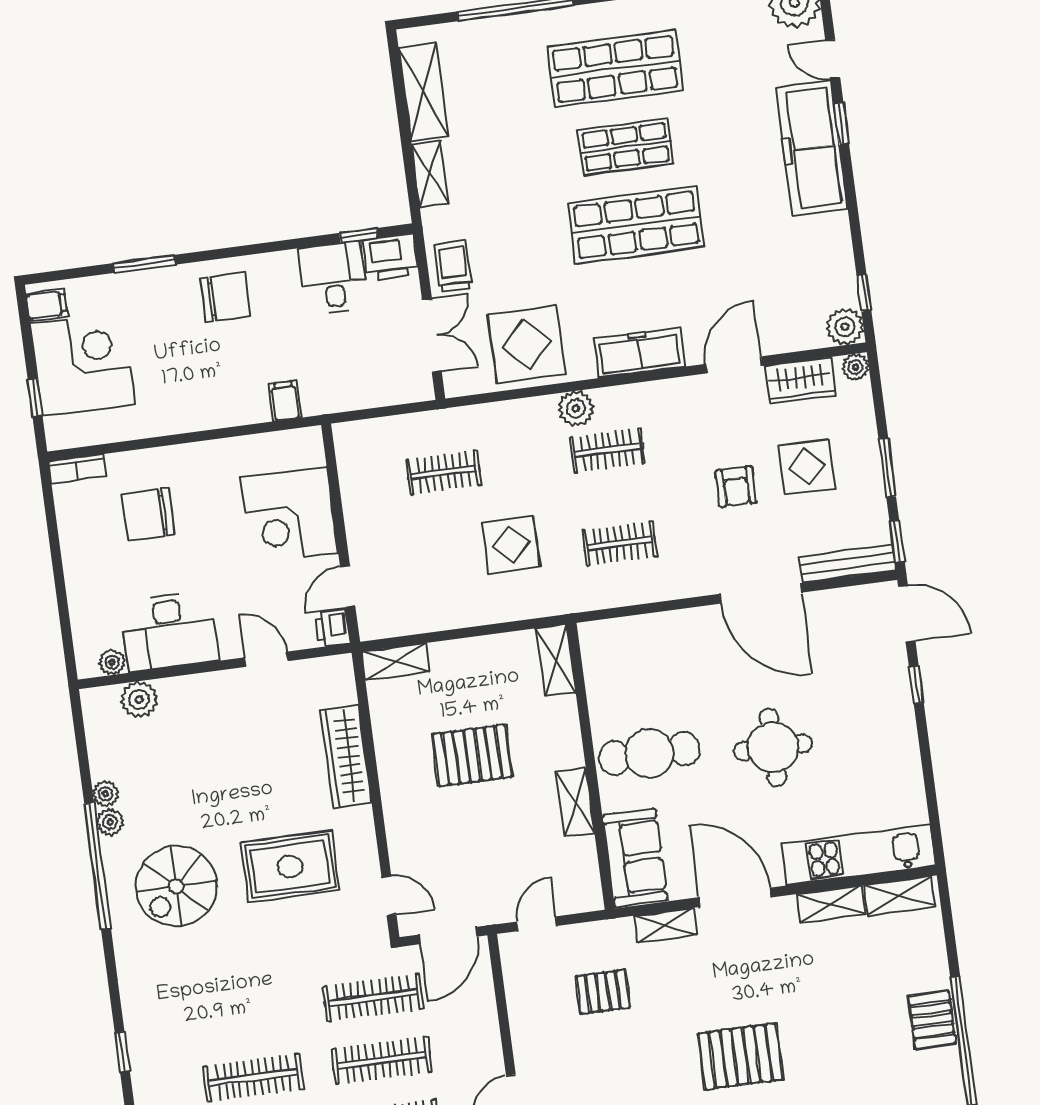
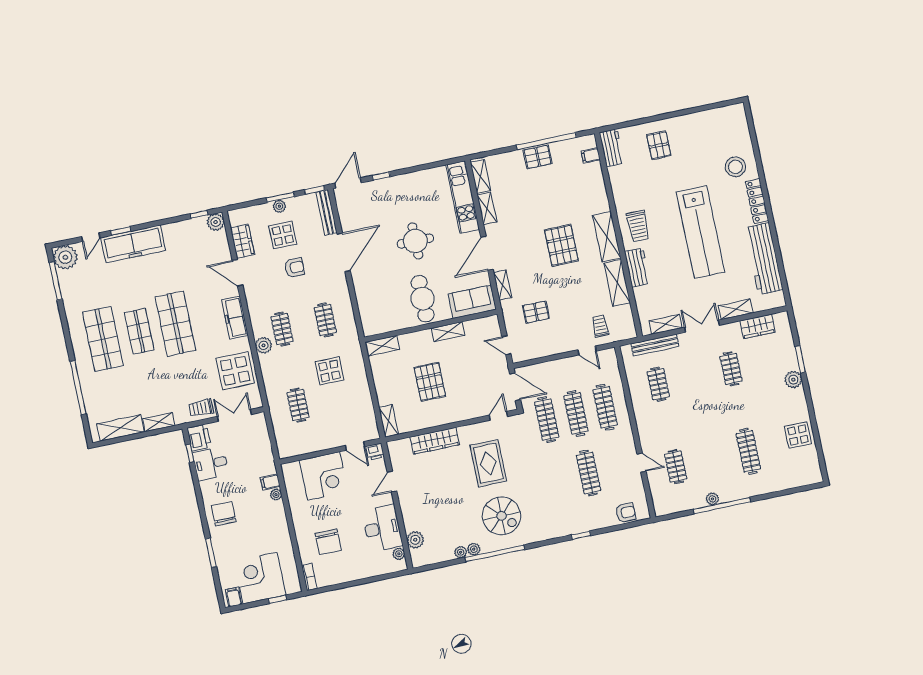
plant: (855, 367) -> (279, 206), moved
plant: (257, 411) -> (276, 495), added
pallet: (603, 992) -> (536, 312), turned 90

